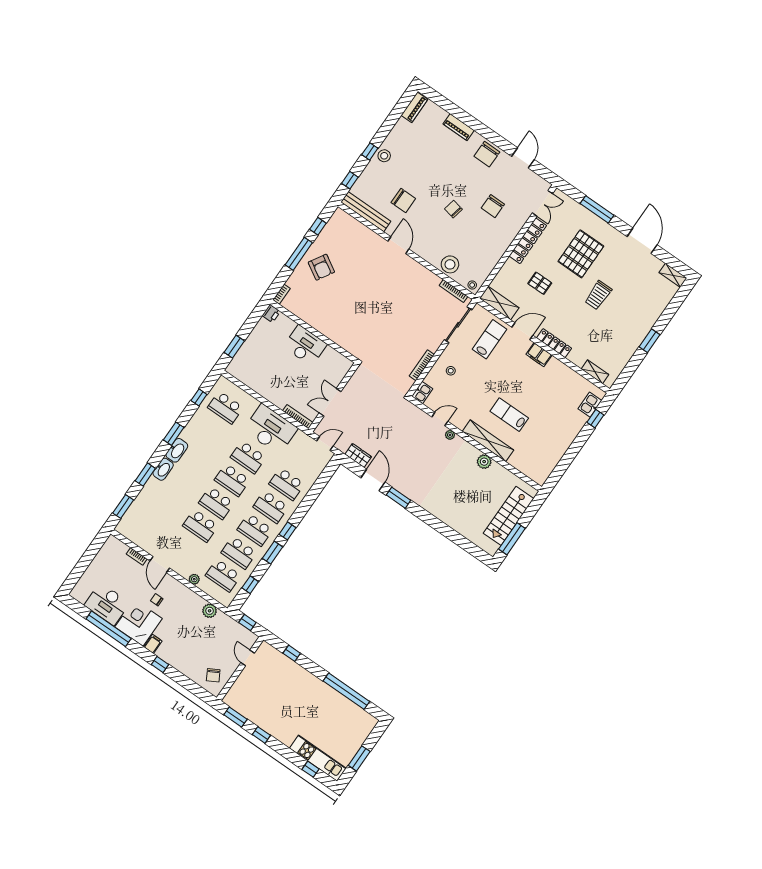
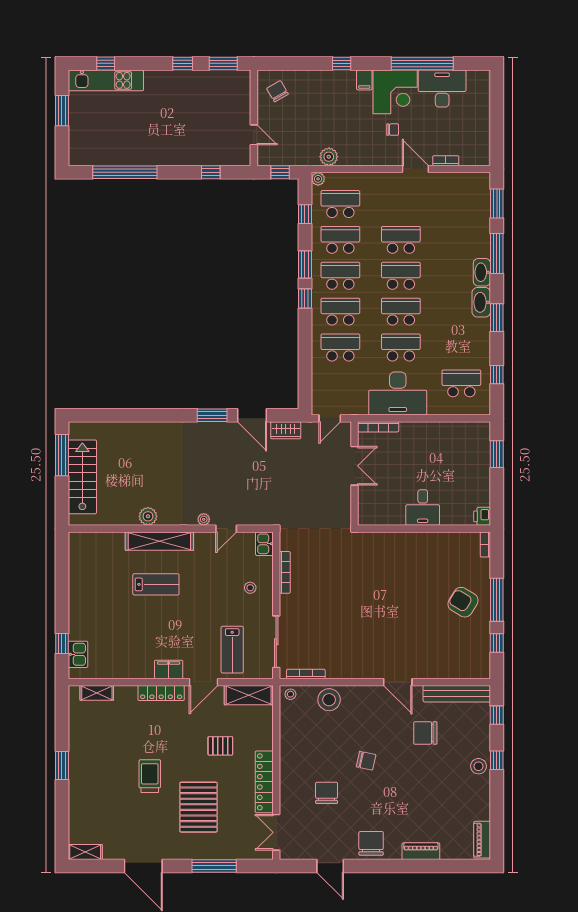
desk: (305, 345) -> (423, 507), width x0.73
window: (145, 475) -> (497, 254), width x1.44
plant: (194, 579) -> (318, 179), moved

